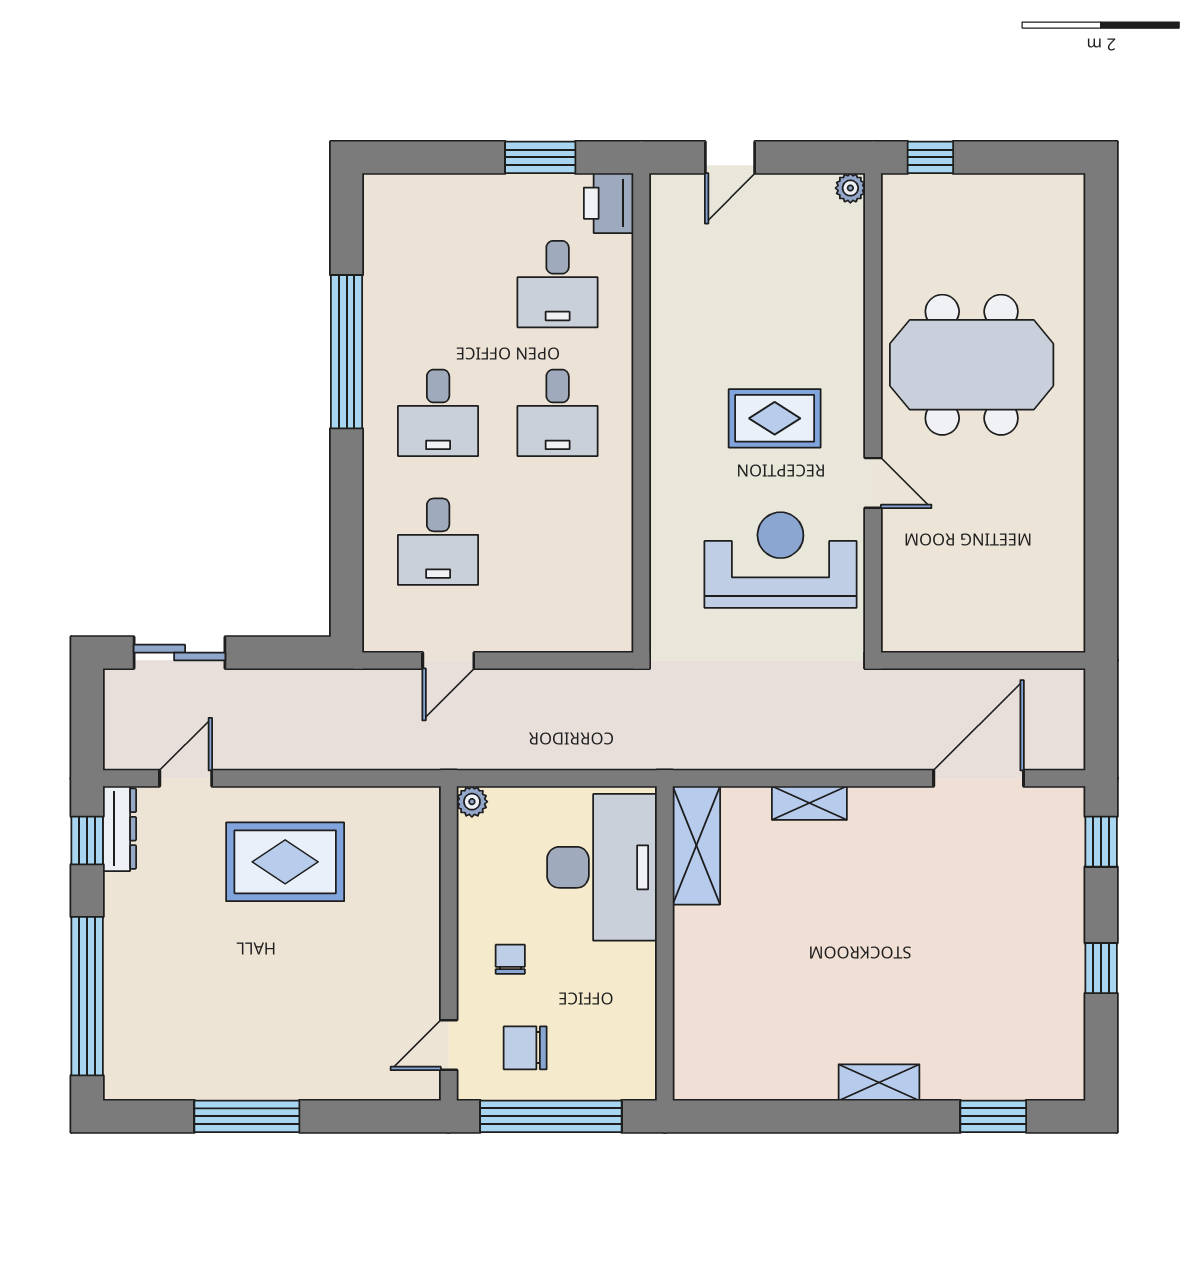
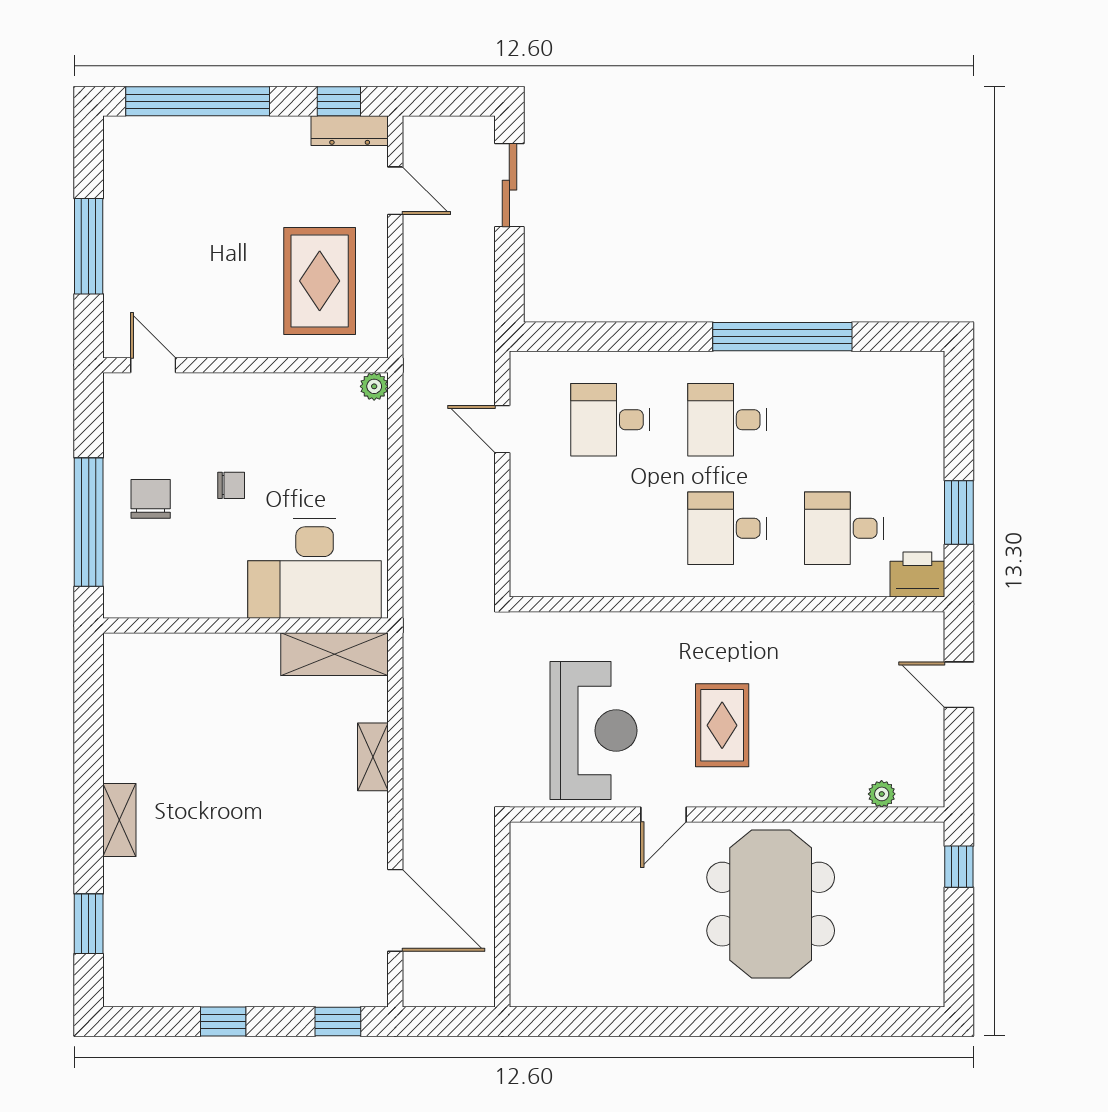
plant: (850, 188) -> (882, 794), moved
plant: (472, 802) -> (374, 386), moved
wall: (449, 943) -> (246, 365), moved
door: (449, 1045) -> (153, 365), moved

